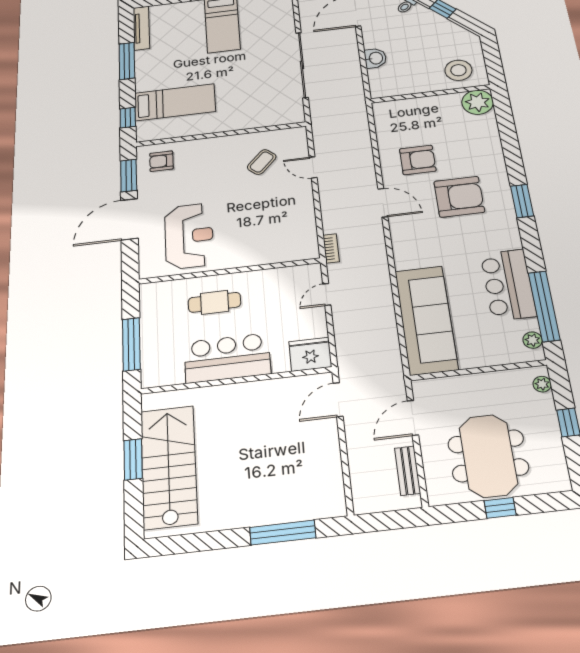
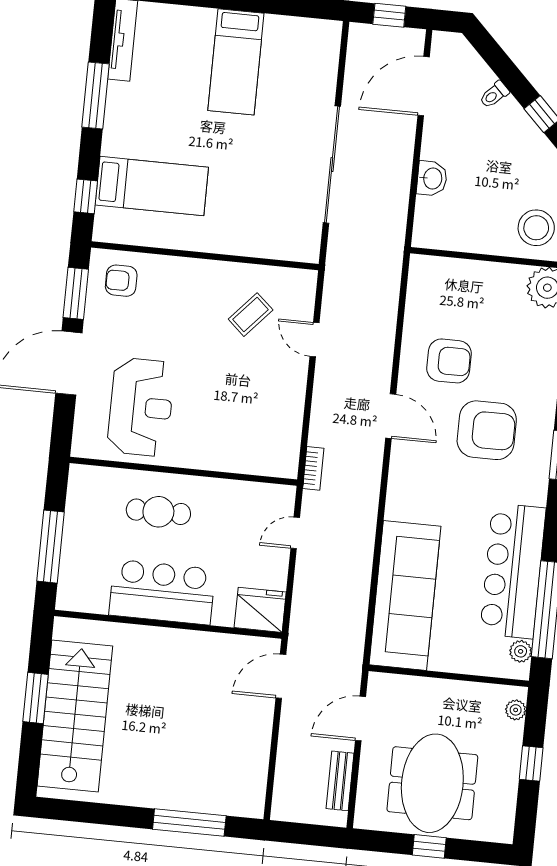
bar counter: (508, 285) -> (513, 571), width x1.36

